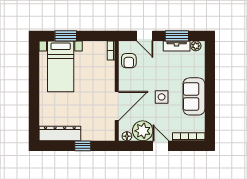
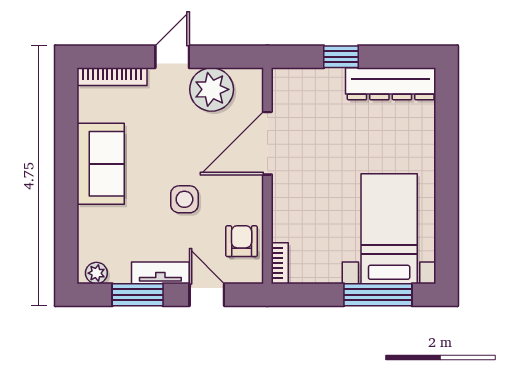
window: (66, 36) -> (378, 295), width x1.44
tv unit: (177, 46) -> (160, 273), moved
side table: (162, 97) -> (184, 199), moved
floor lamp: (127, 136) -> (246, 78), removed
door: (161, 146) -> (172, 57), swing flipped

